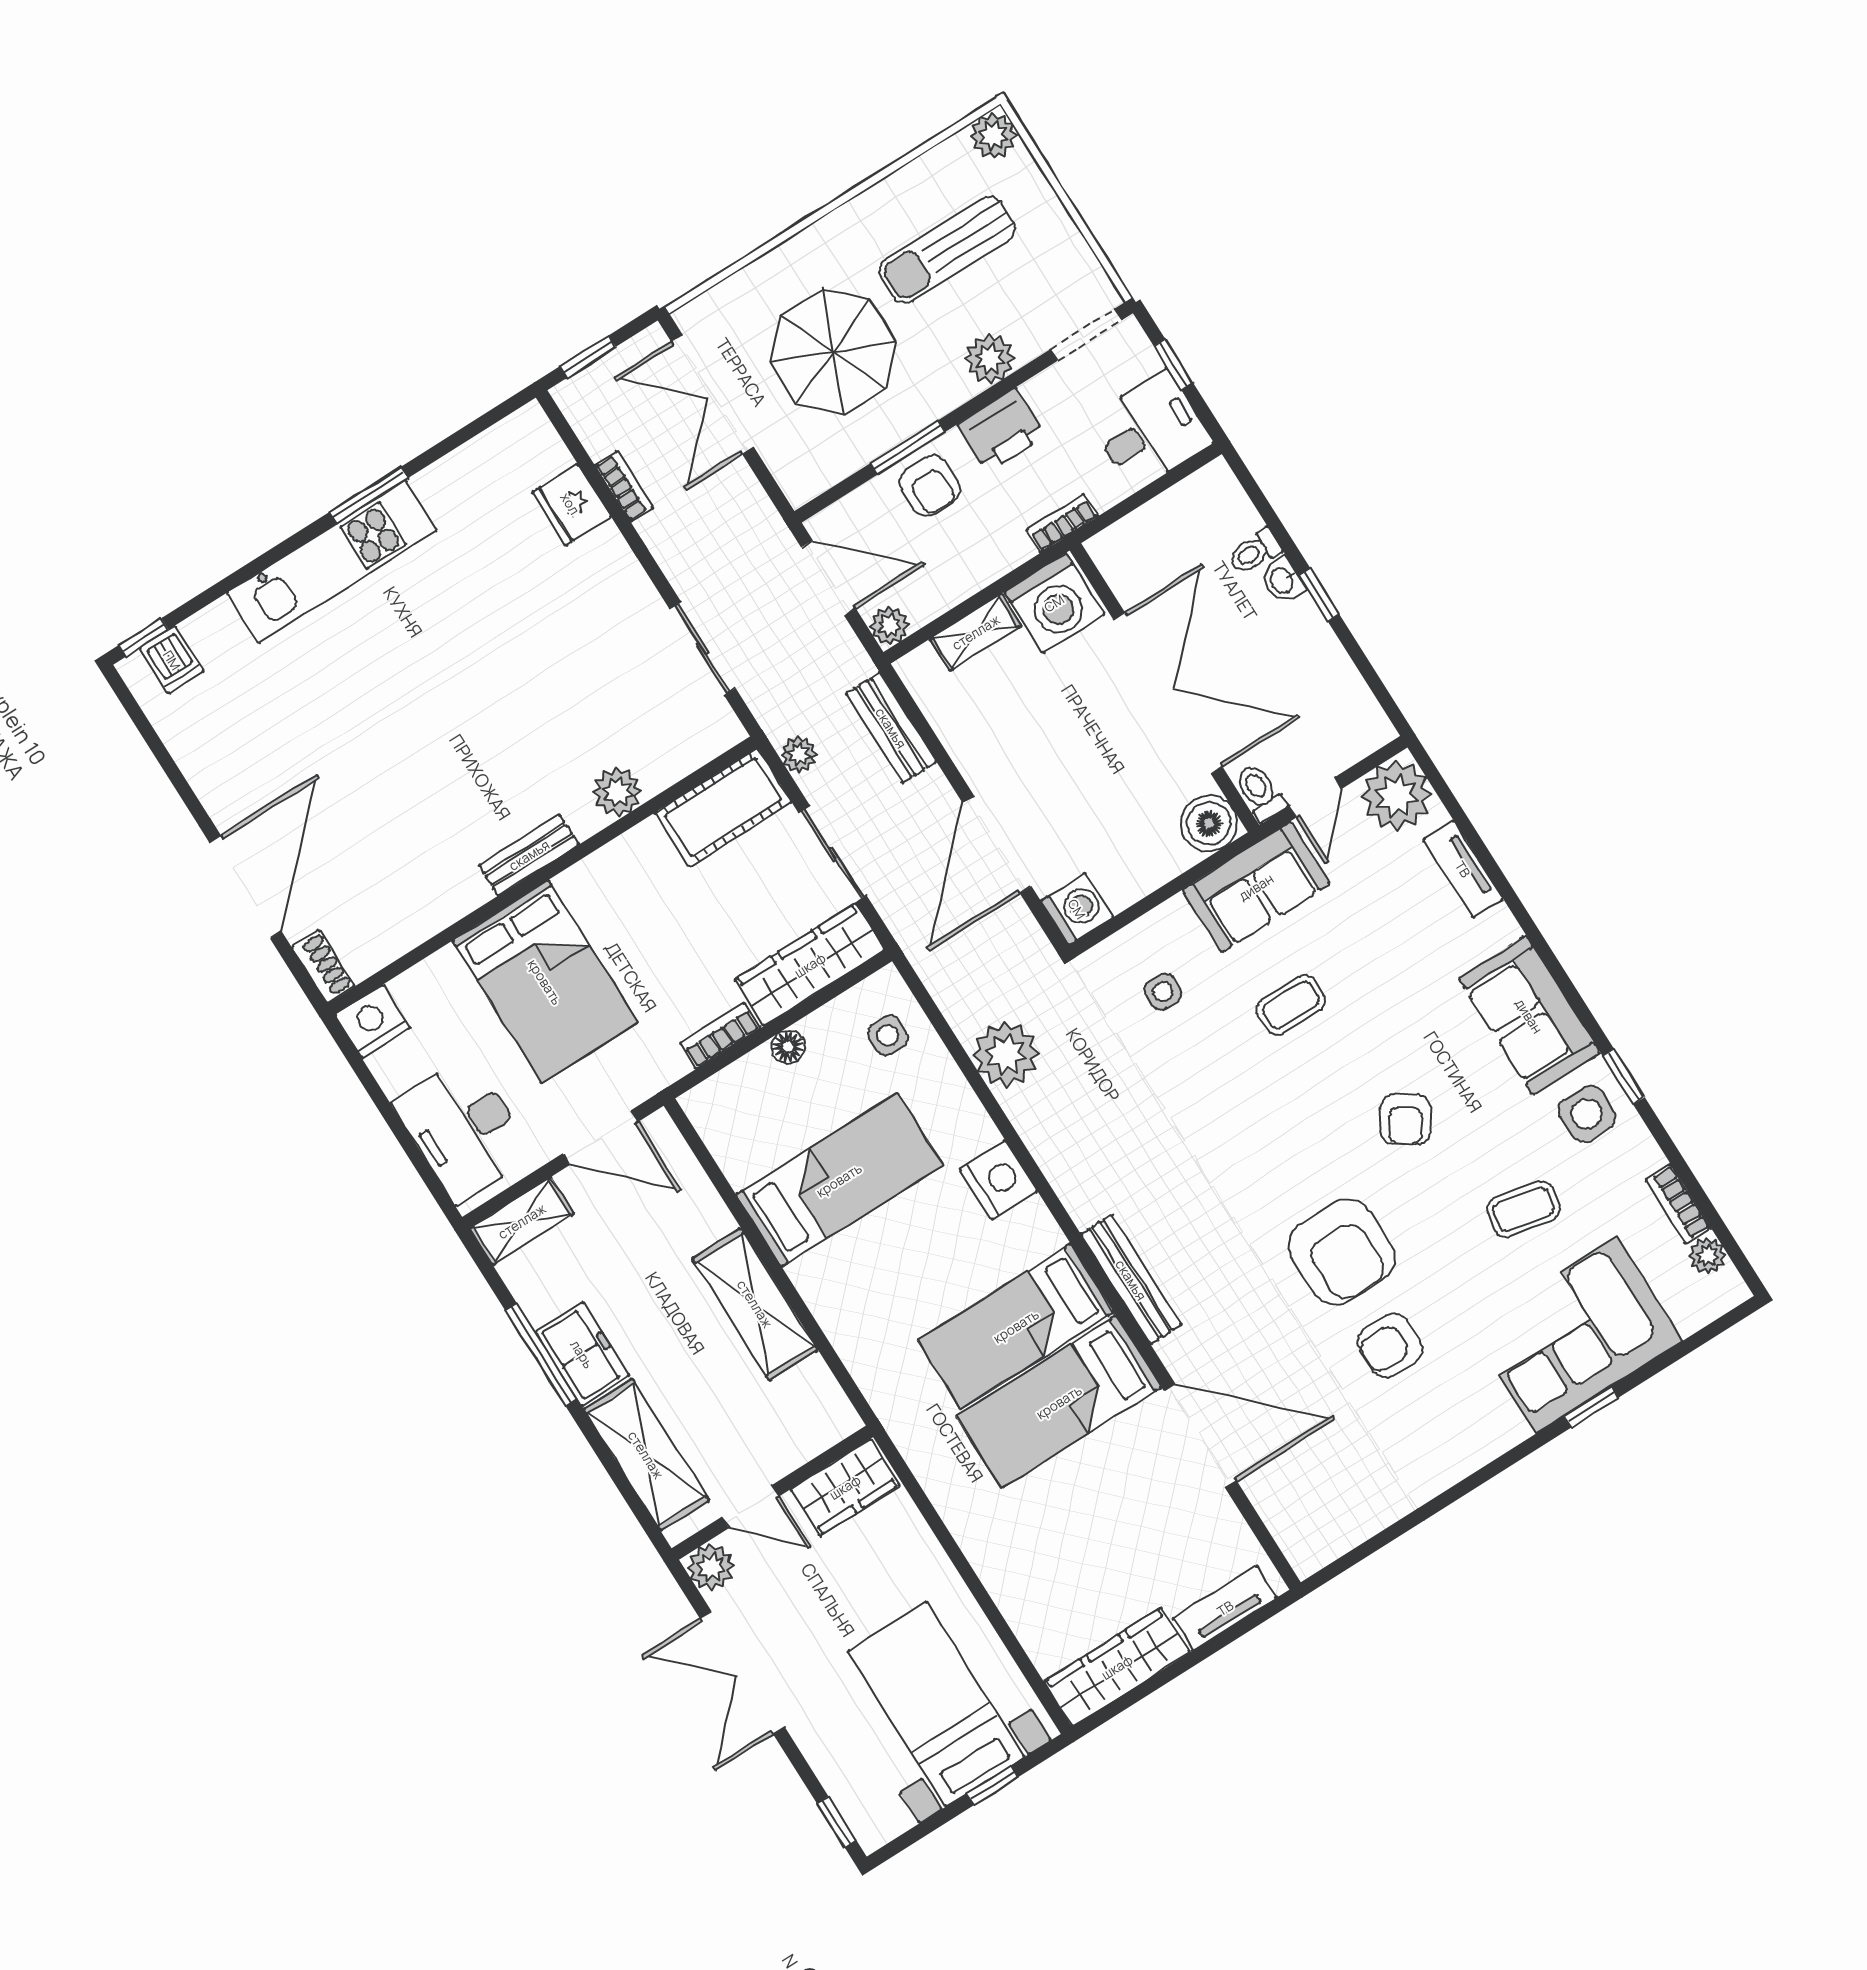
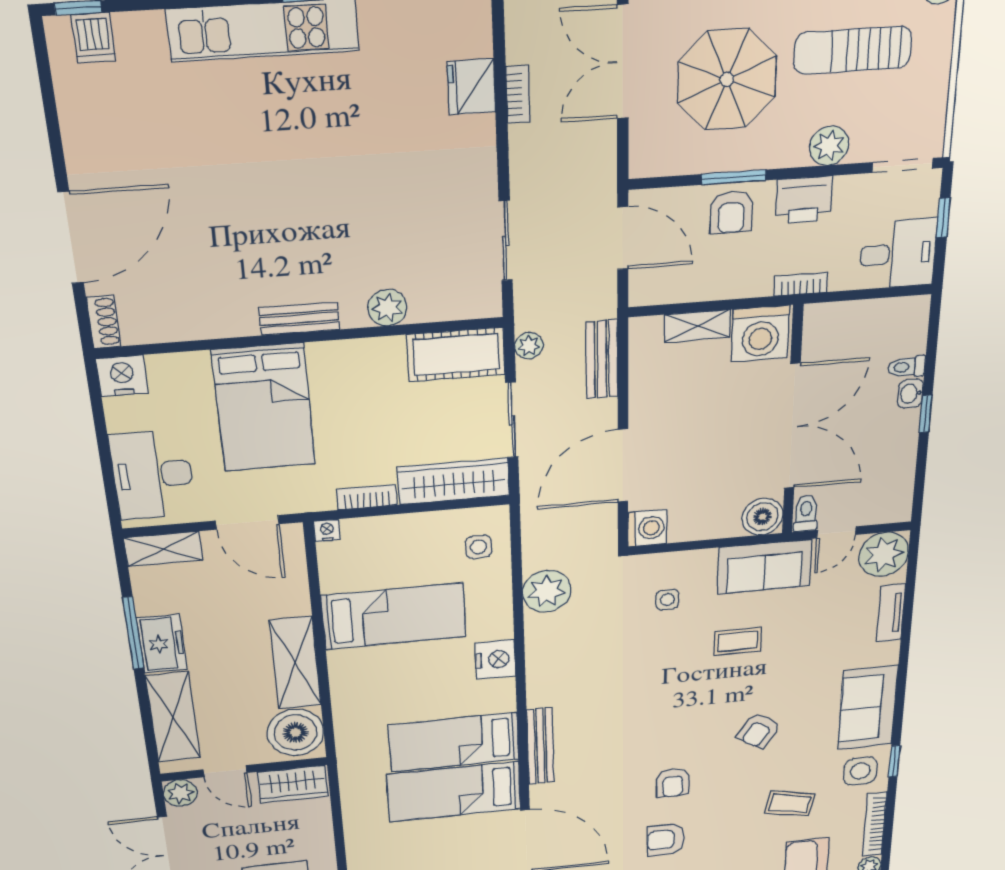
plant: (889, 626) -> (643, 292), removed
floor lamp: (788, 1047) -> (409, 524), removed
nightstand: (697, 1103) -> (327, 531), added
bookcase: (1678, 1204) -> (875, 824), width x1.56
armchair: (1342, 1252) -> (673, 783), width x0.53, depth x0.53
boiler: (808, 1406) -> (295, 733), added

